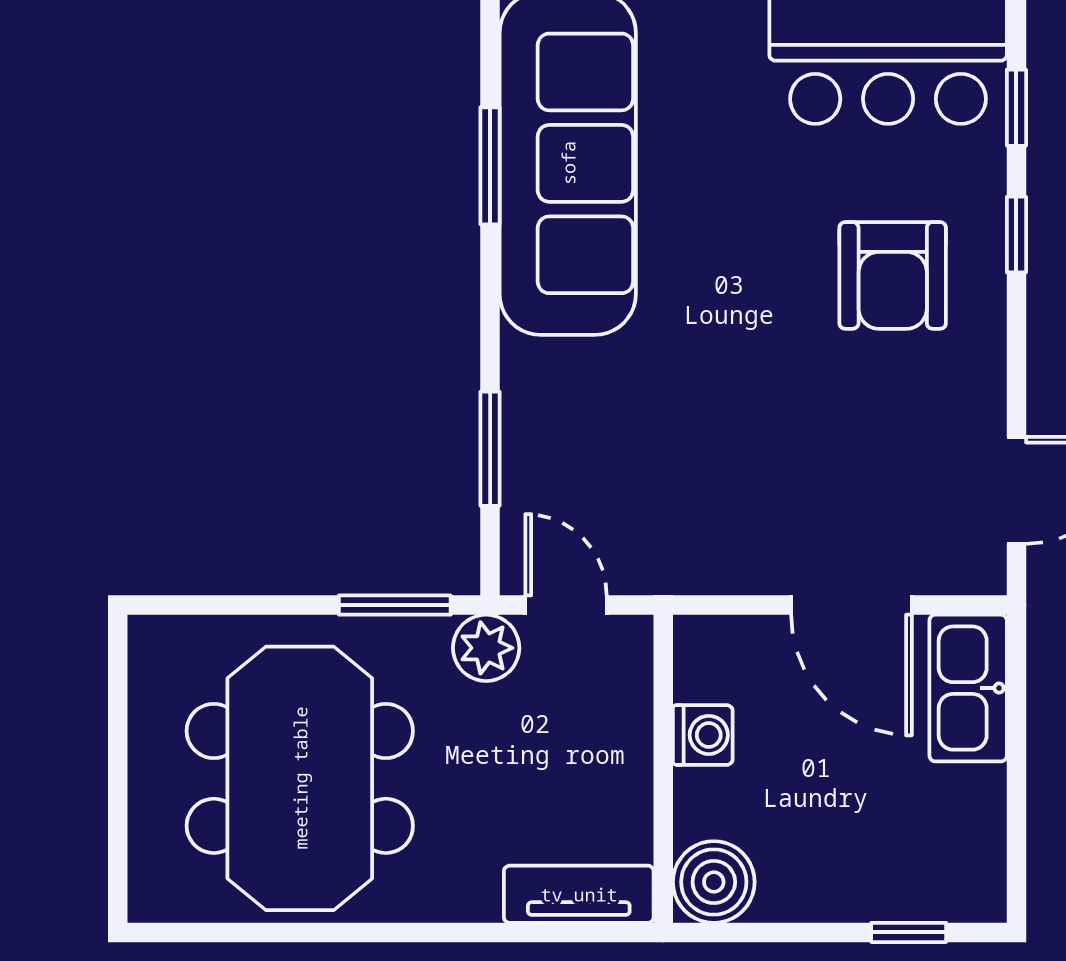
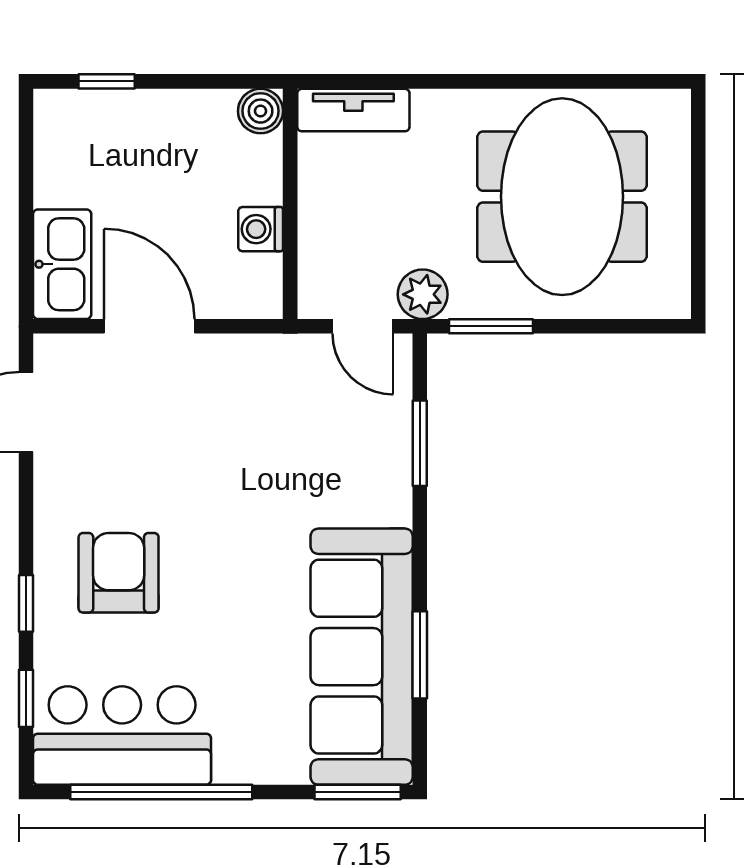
boiler: (714, 882) -> (261, 111), width x0.73, depth x0.73

